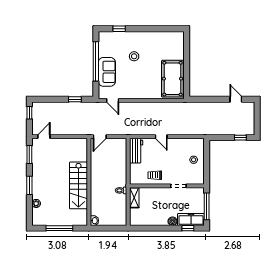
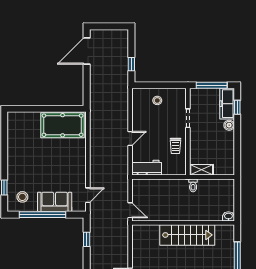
stool: (134, 56) -> (22, 197), moved
door: (236, 99) -> (87, 51), width x1.87
window: (240, 138) -> (131, 64), moved

